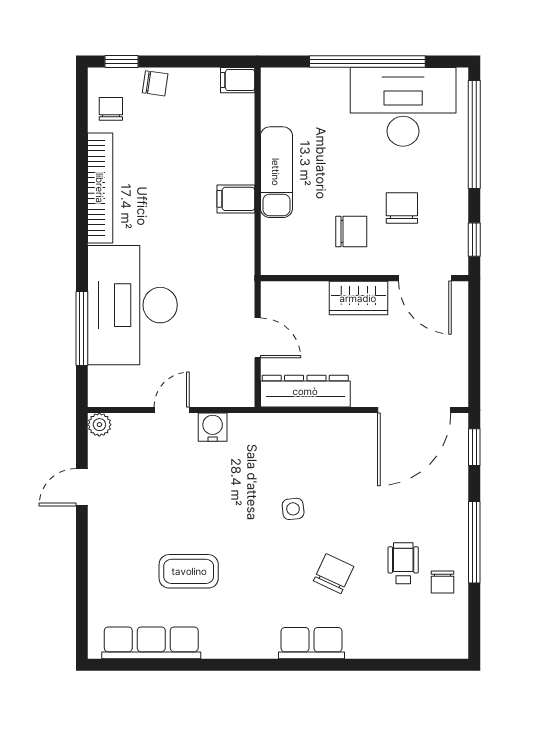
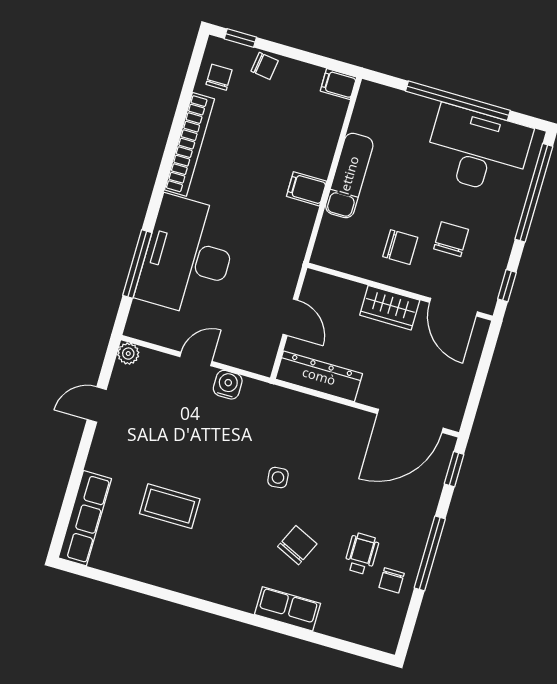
row of seats: (151, 643) -> (85, 518), moved, turned 90
row of seats: (312, 643) -> (288, 609), moved

